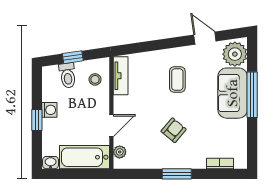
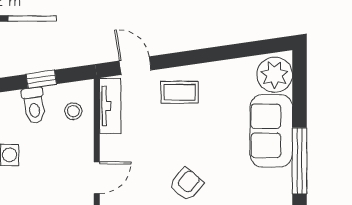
door: (205, 38) -> (135, 66), moved
coffee table: (177, 79) -> (180, 92), moved, turned 90
window: (252, 95) -> (300, 161), moved

